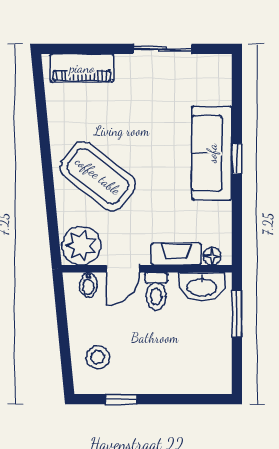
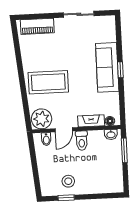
coffee table: (98, 176) -> (48, 82), turned -38
washbasin: (202, 287) -> (111, 134), width x0.52, depth x0.69
stool: (98, 357) -> (68, 181), moved

